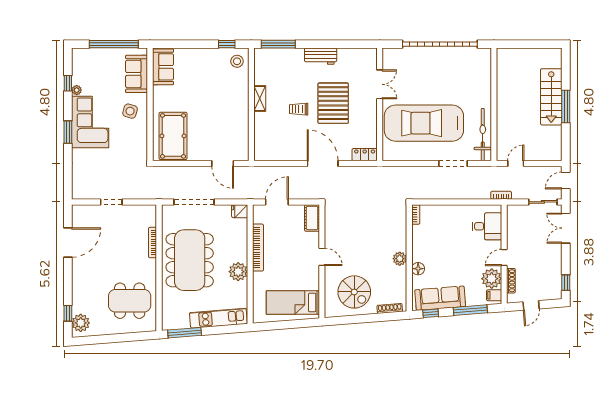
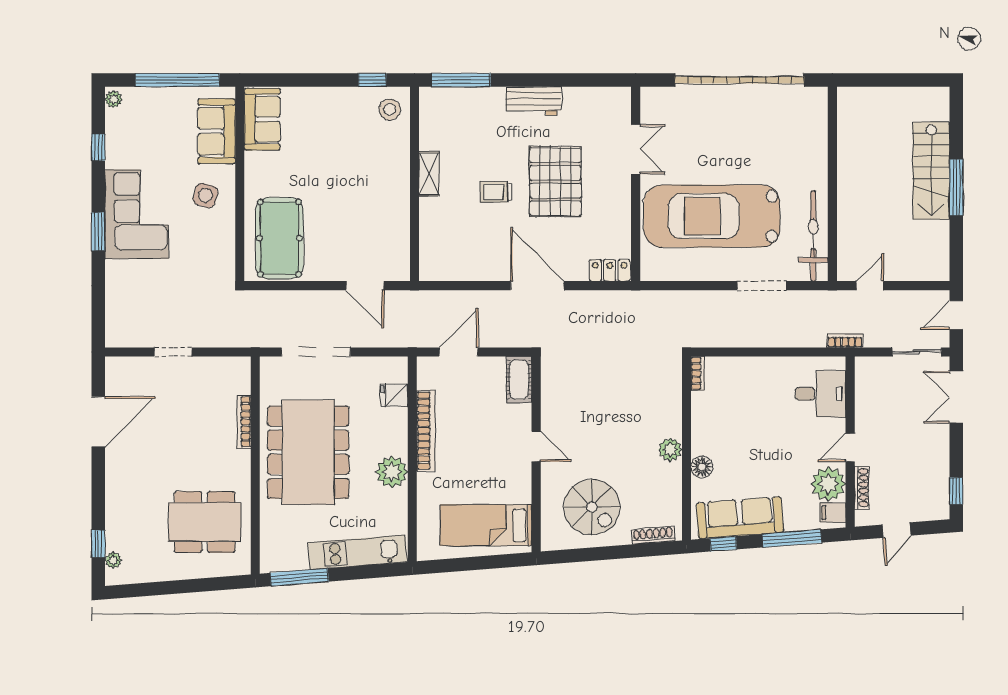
plant: (77, 90) -> (113, 99), moved
fridge: (240, 211) -> (394, 395), moved
plant: (81, 323) -> (113, 560), width x0.53, depth x0.53

